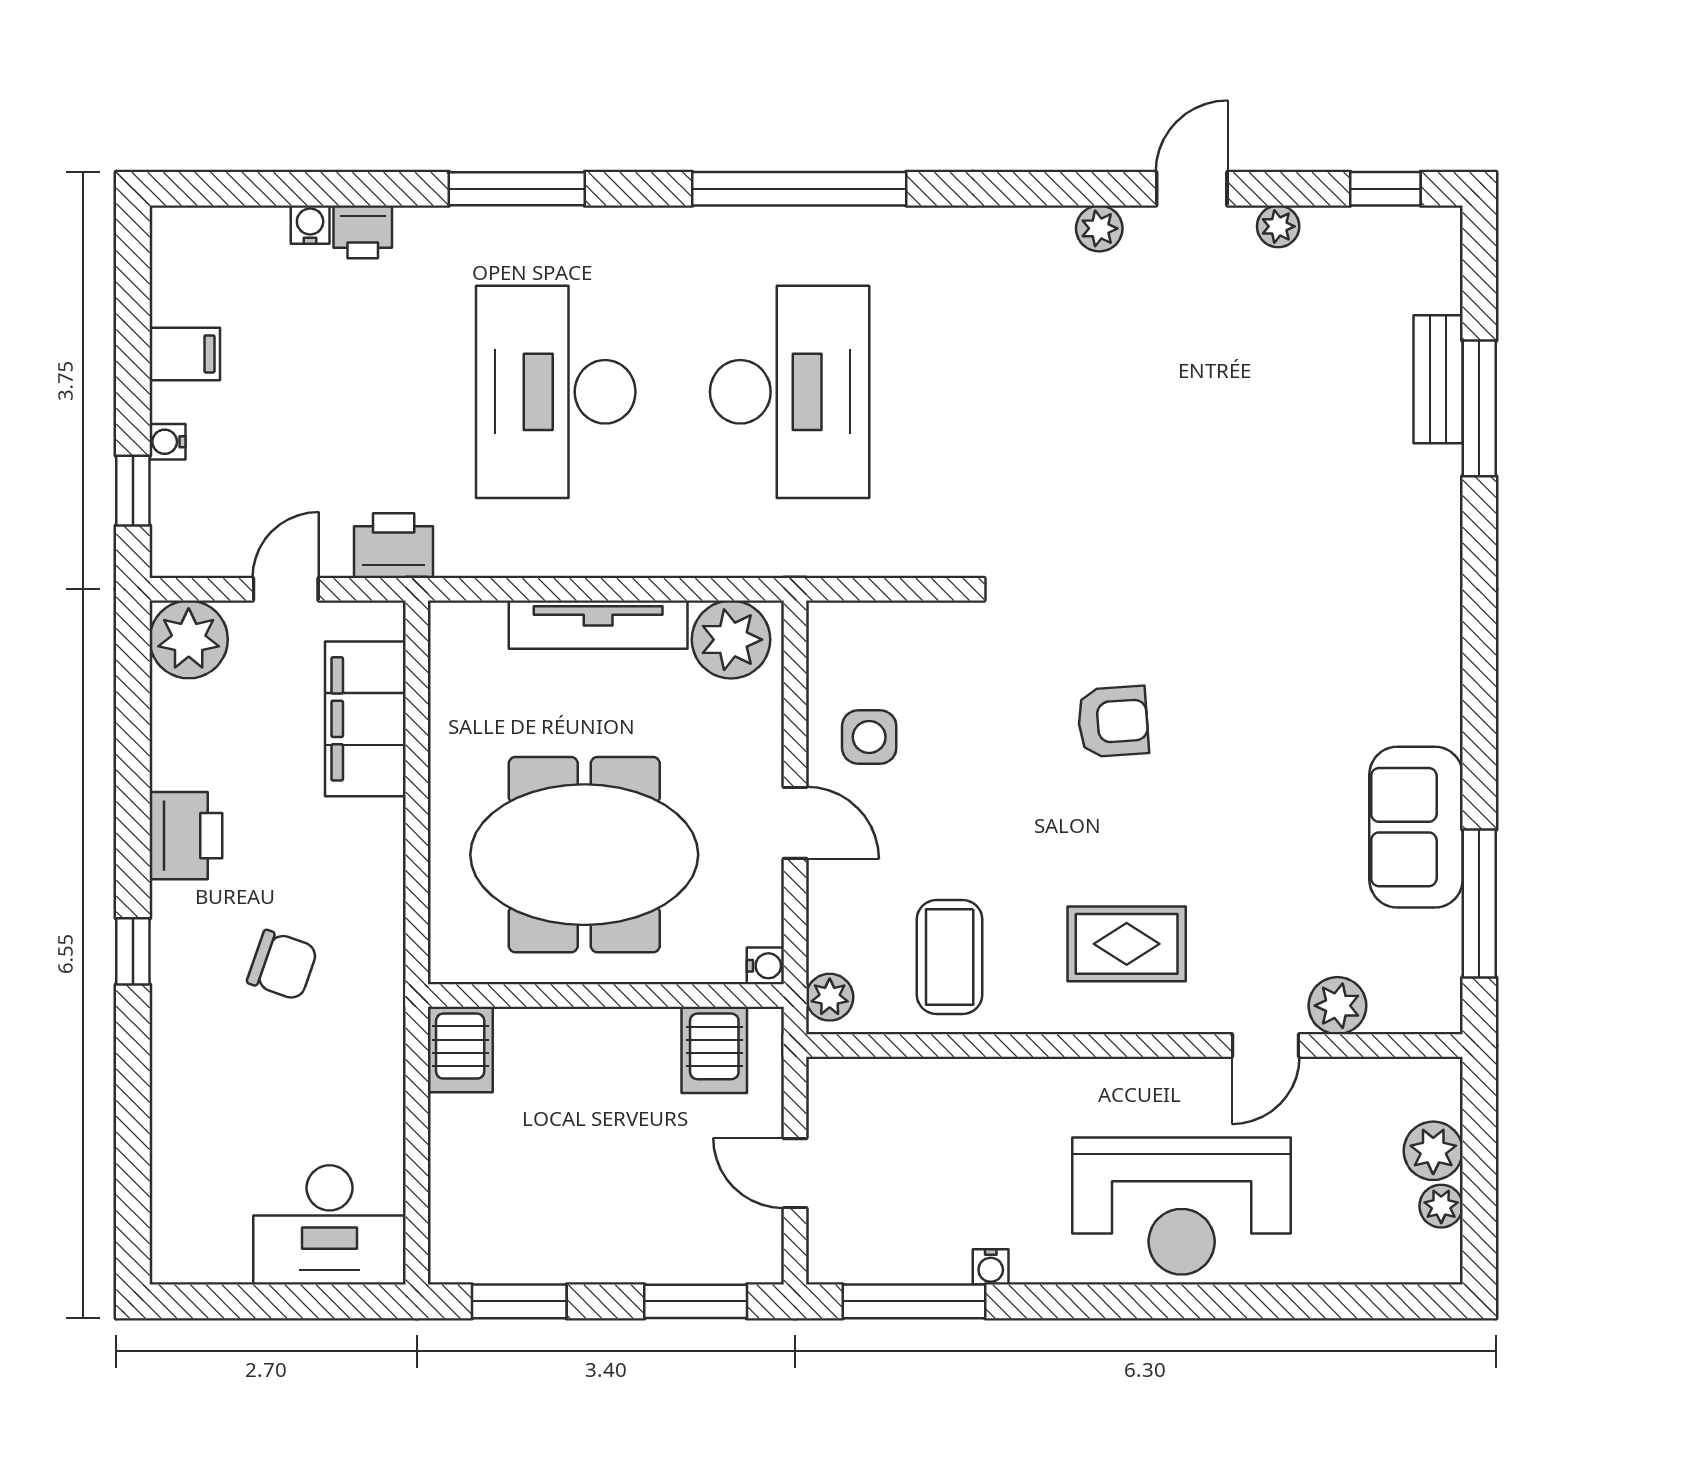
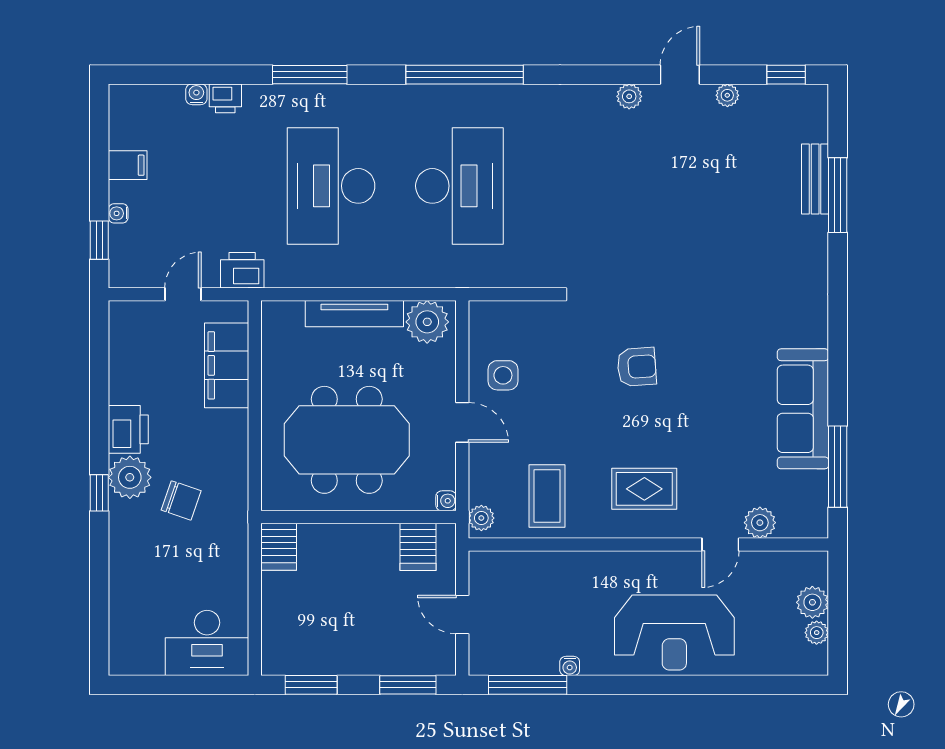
plant: (189, 639) -> (130, 477), moved
sofa: (1416, 827) -> (803, 409), width x1.36

